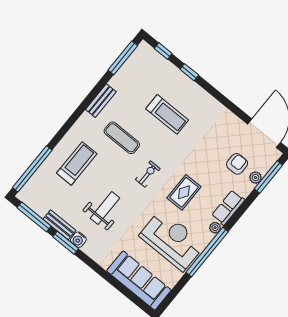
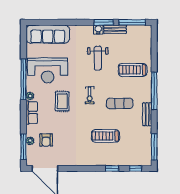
treadmill: (77, 163) -> (133, 70), turned 90
window: (32, 169) -> (154, 91), moved

